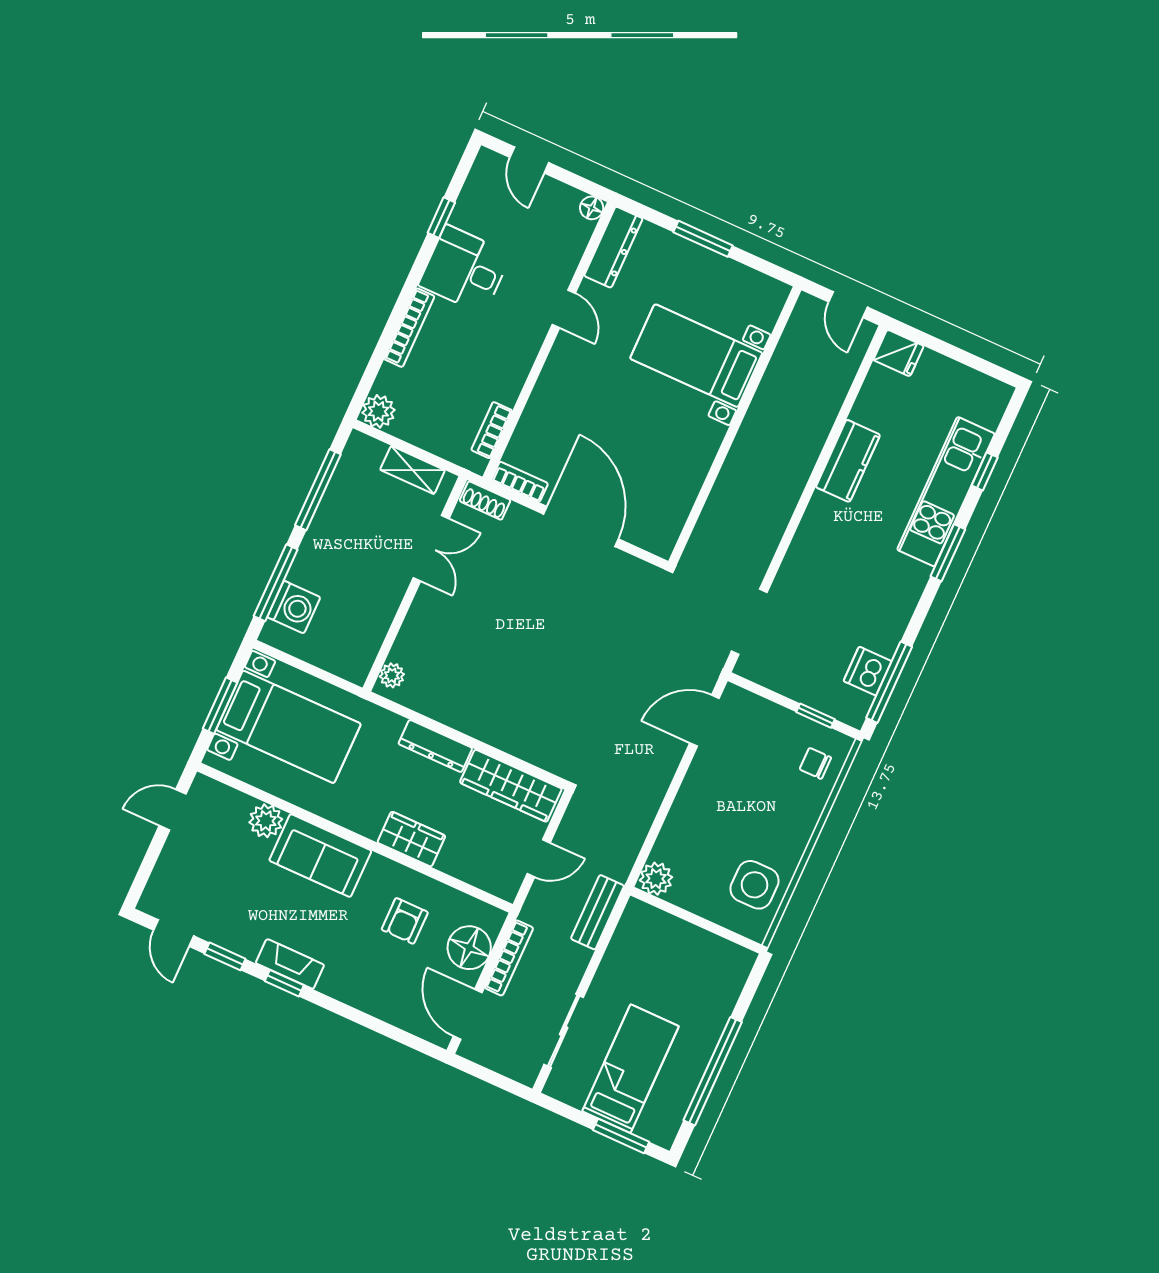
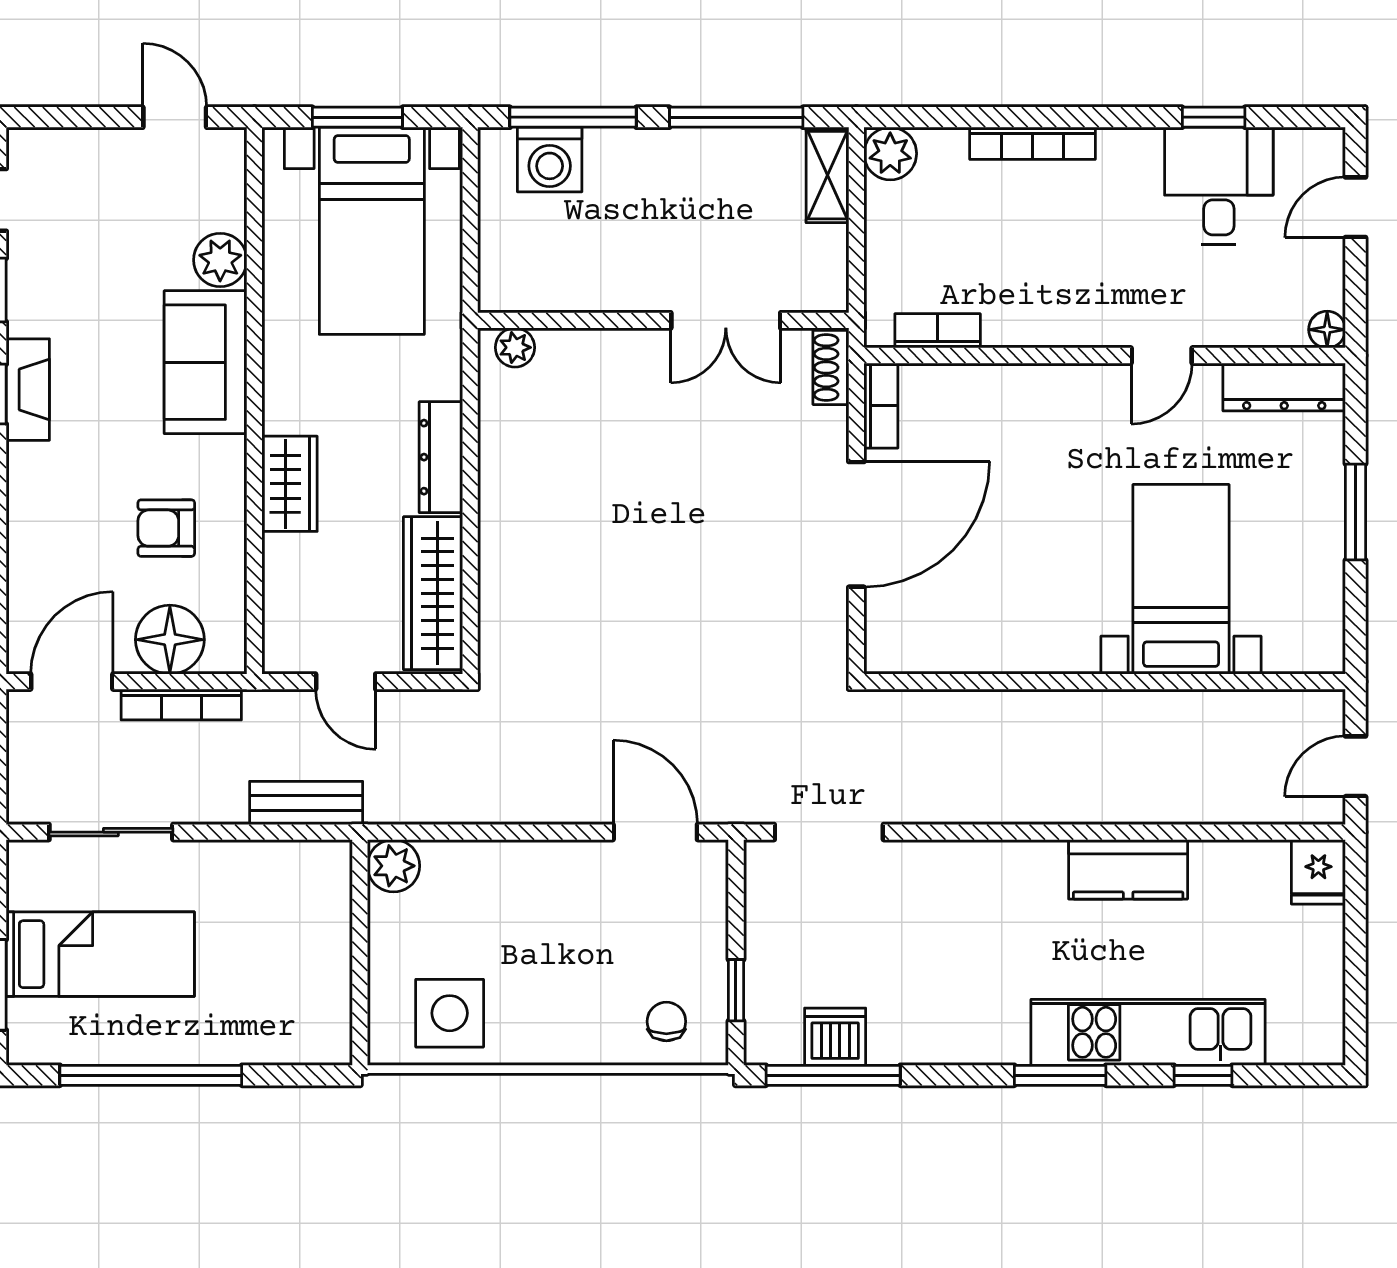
desk: (465, 270) -> (1219, 186), moved
shelving: (413, 470) -> (828, 175), moved

